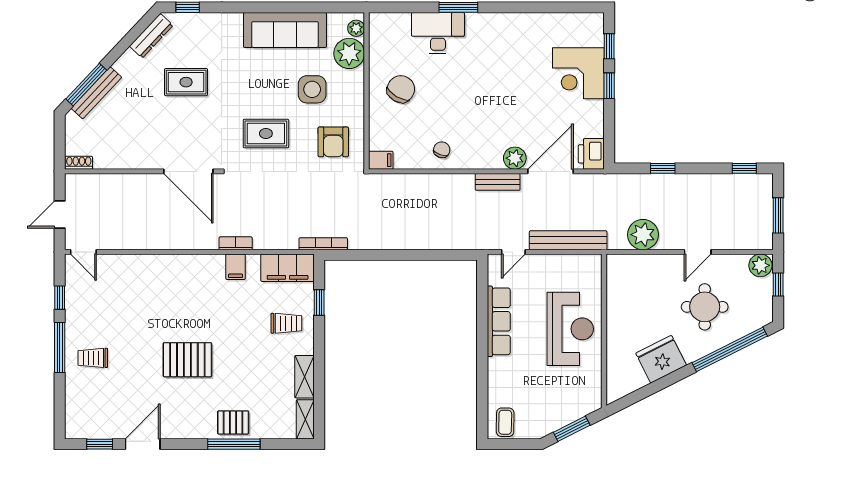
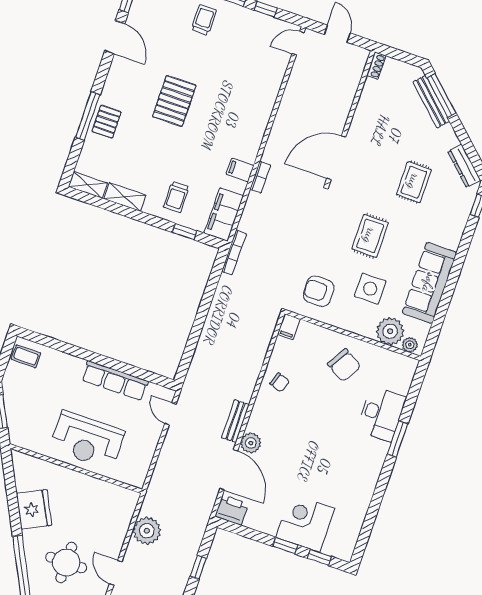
rug: (266, 133) -> (370, 236), moved
bench: (568, 240) -> (164, 465), removed

